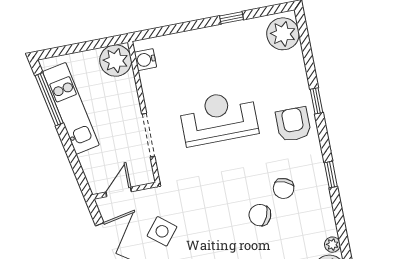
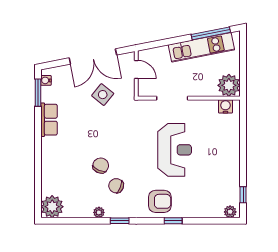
window: (231, 18) -> (243, 195), moved
plant: (283, 34) -> (230, 212), width x0.53, depth x0.53
plant: (332, 245) -> (99, 212), moved

